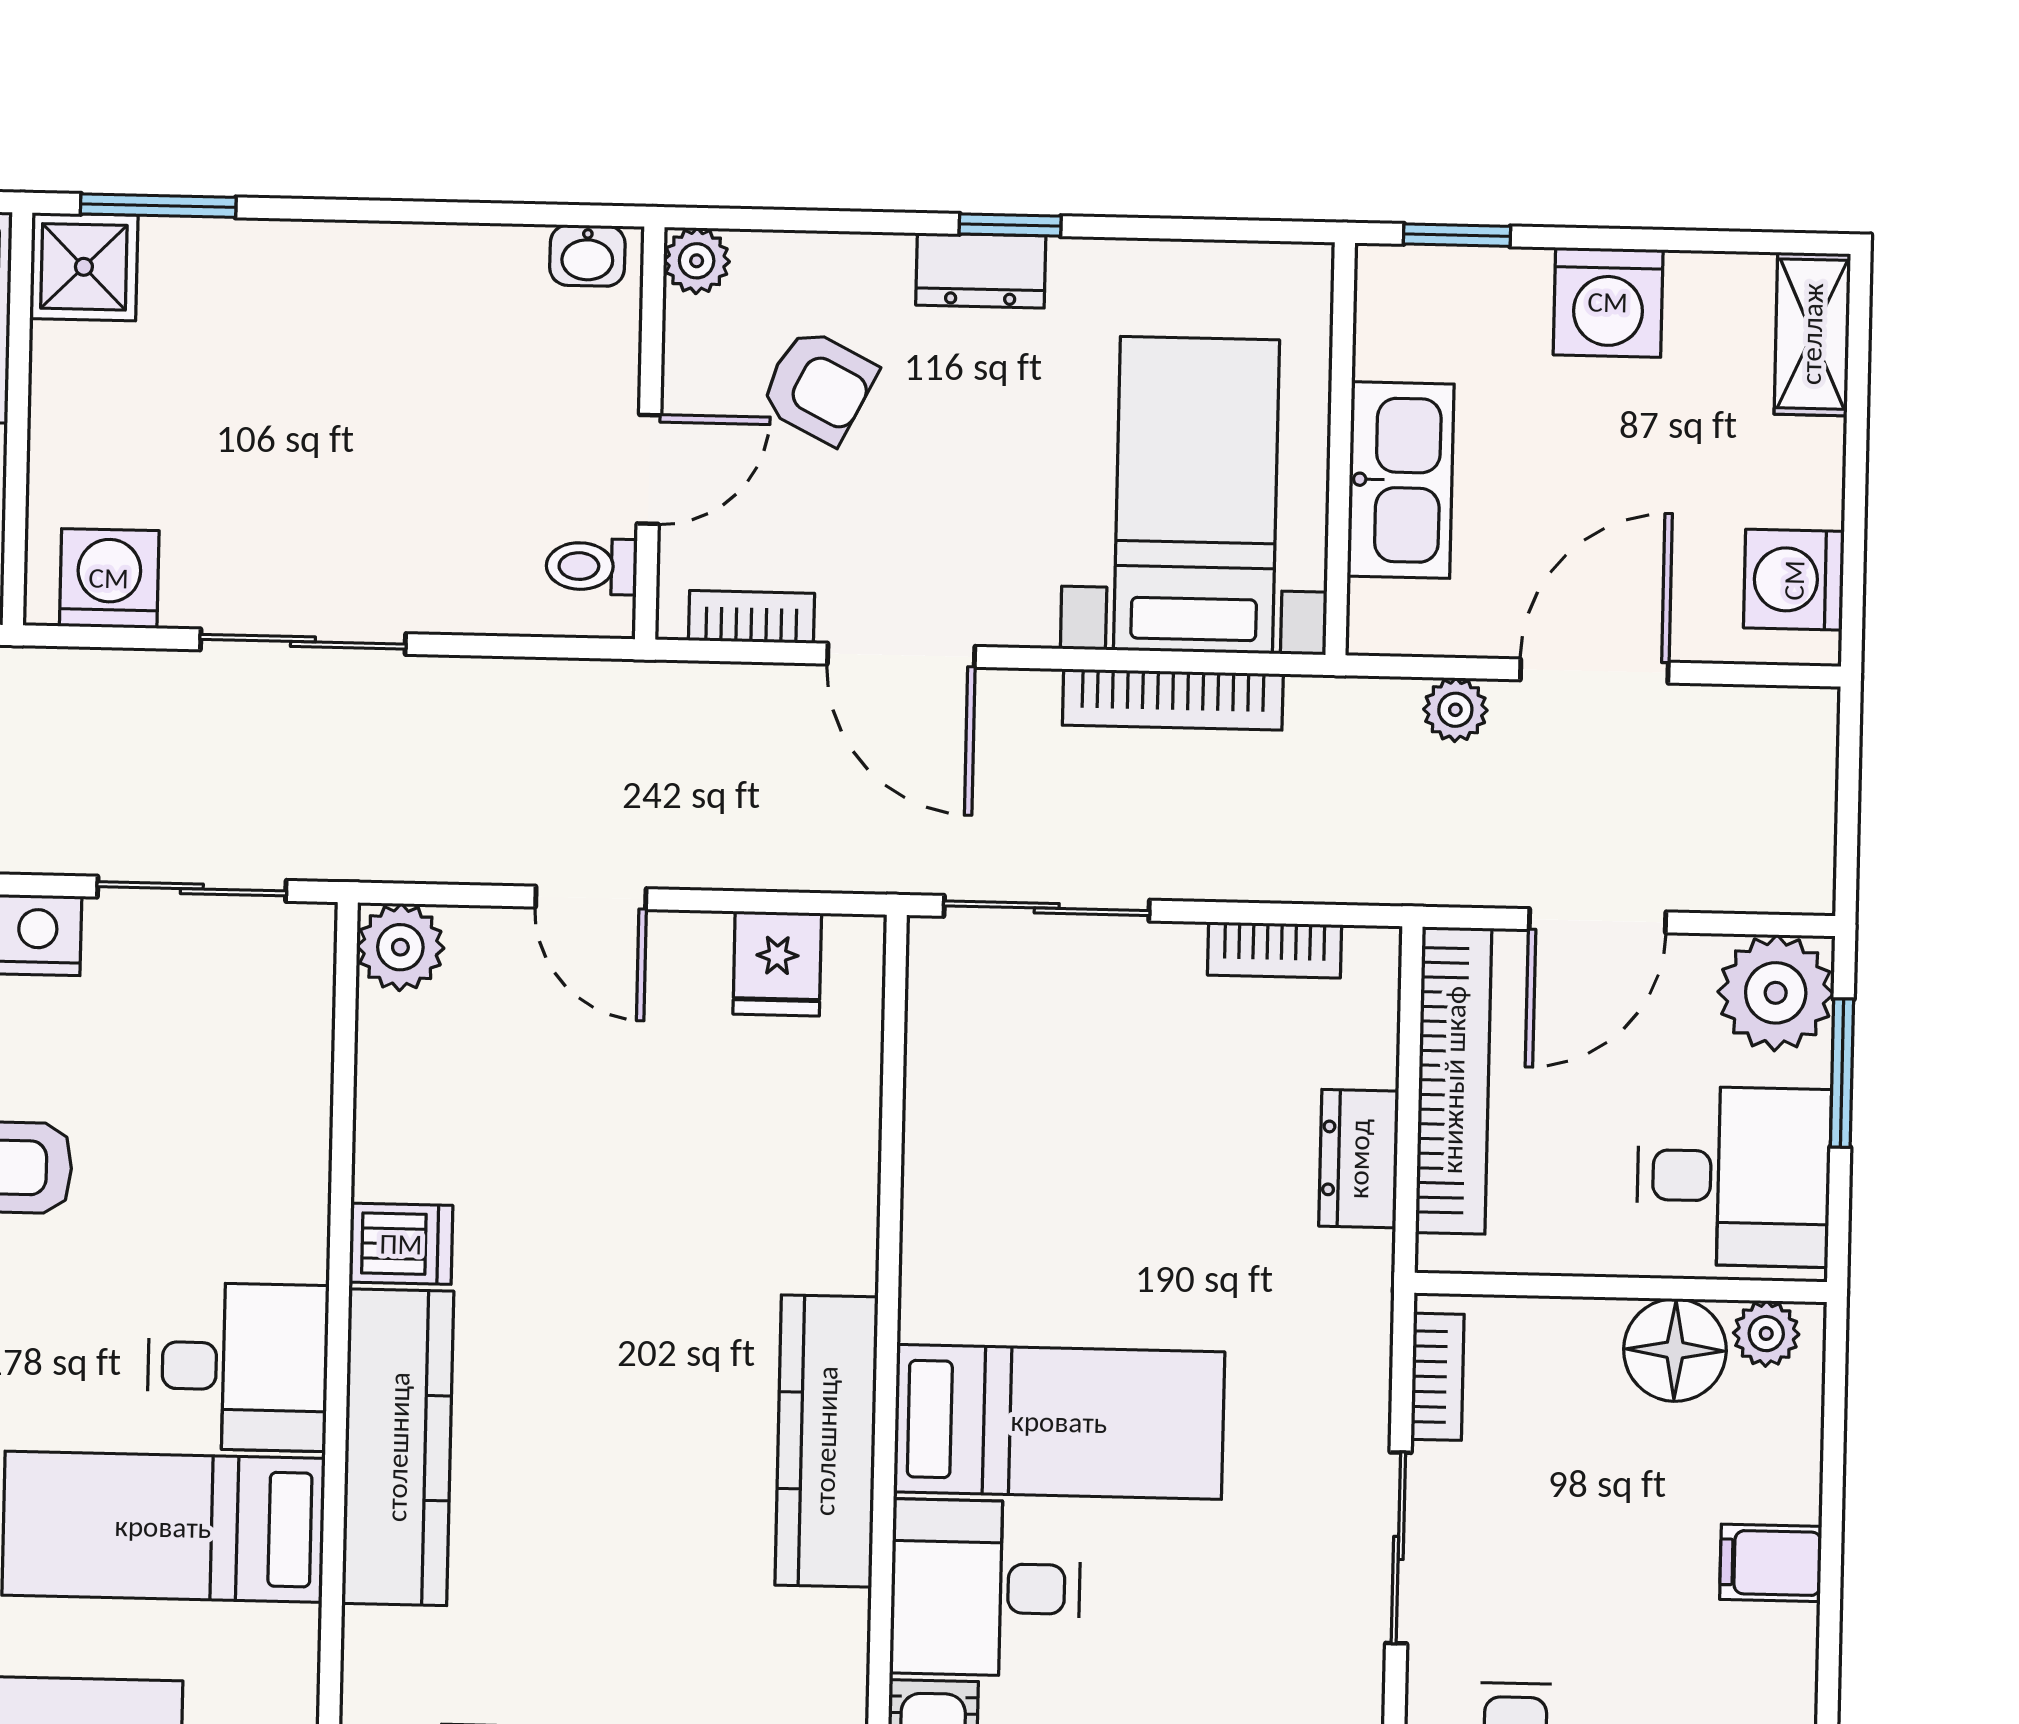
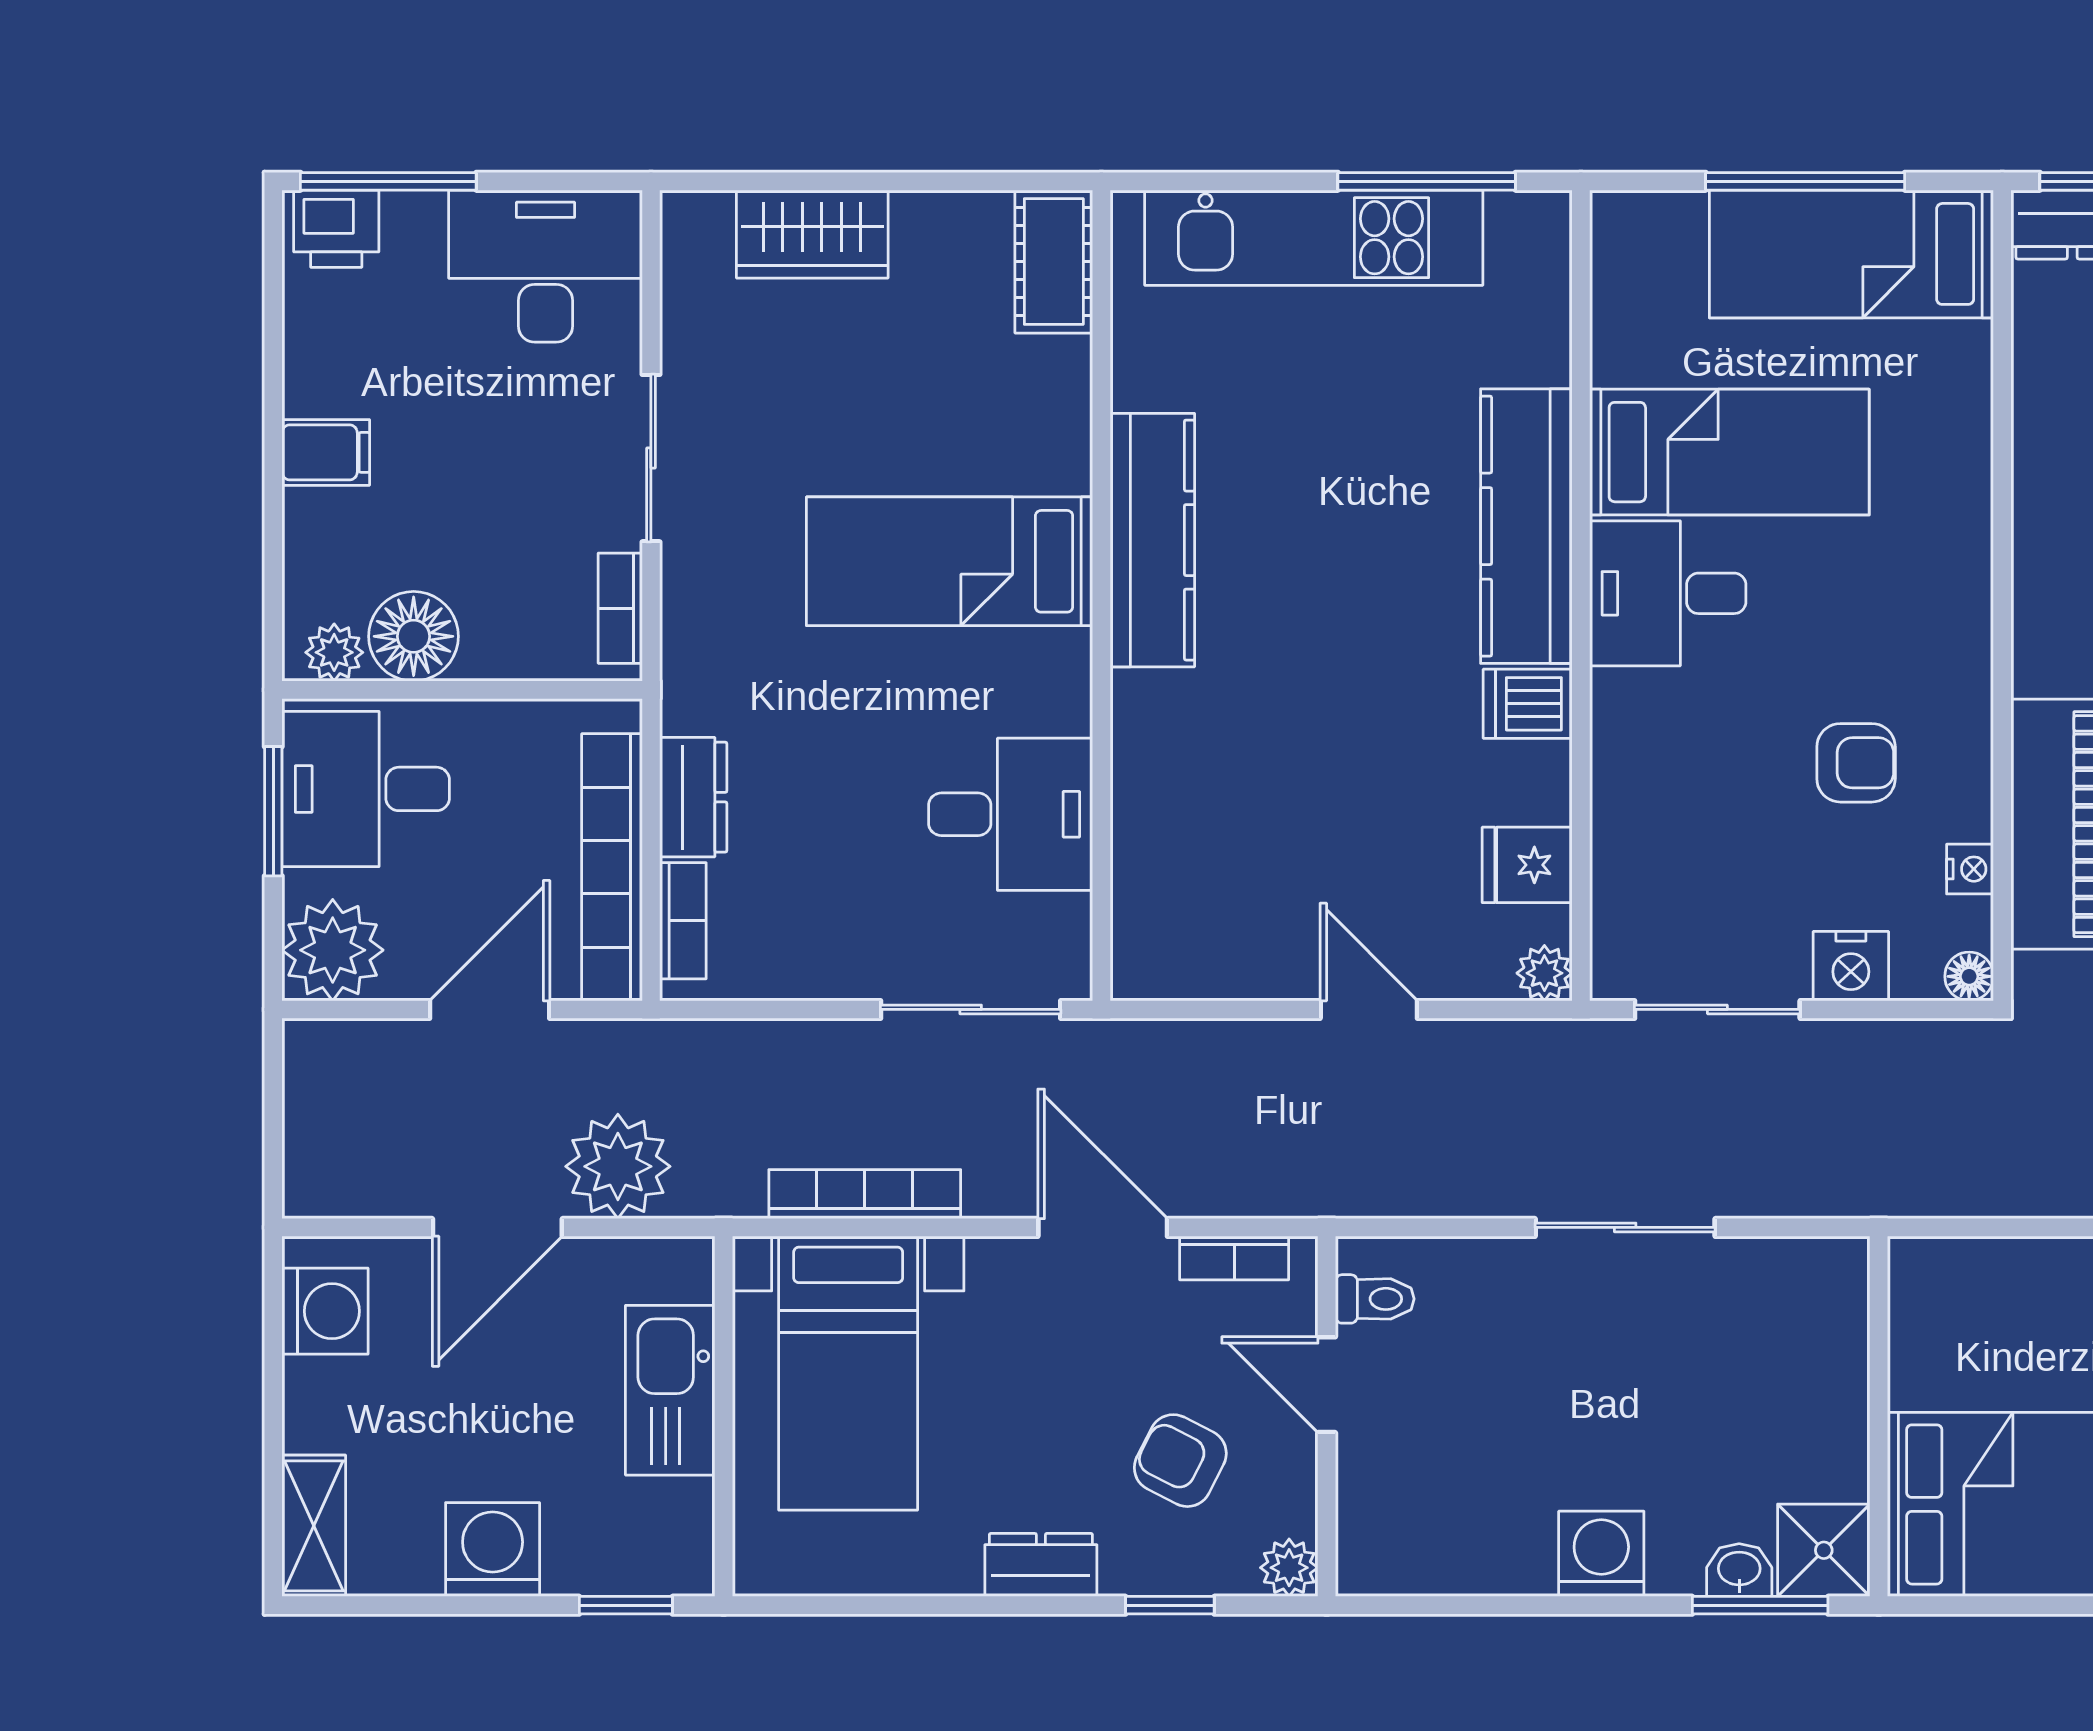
window: (1010, 225) -> (1170, 1605), moved
washbasin: (587, 256) -> (1739, 1570), moved
door: (649, 469) -> (1327, 1385), hinge flipped
washing machine: (109, 578) -> (1601, 1554), moved, turned 180
plant: (1455, 710) -> (618, 1166), width x1.88, depth x1.88
plant: (400, 947) -> (1544, 973), width x0.73, depth x0.73
bookcase: (1274, 950) -> (683, 921), moved, turned 90
fridge: (777, 964) -> (1527, 865), moved, turned -90
window: (1842, 1073) -> (273, 811), moved
desk: (986, 1588) -> (1011, 814), moved

